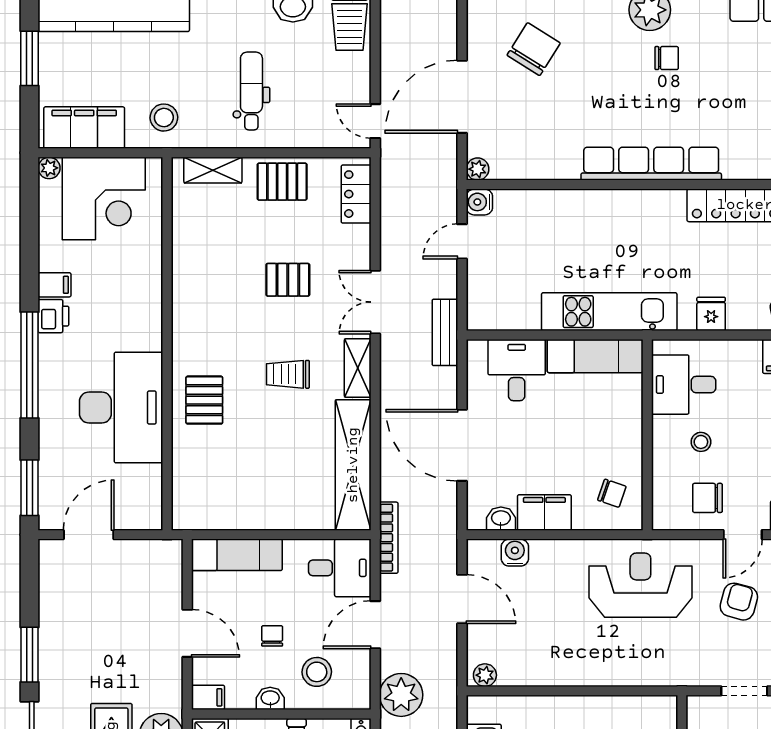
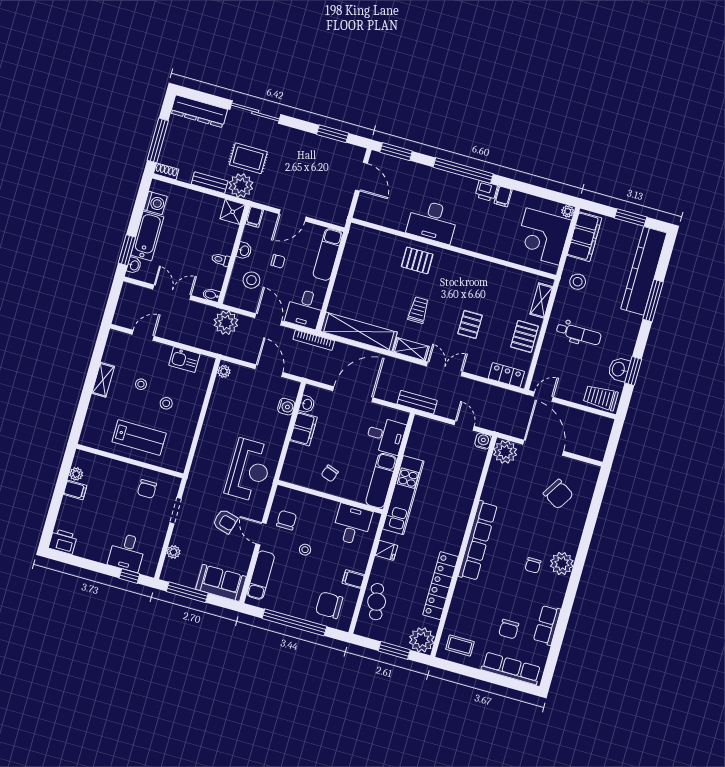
plant: (478, 169) -> (505, 452), width x1.87, depth x1.87
desk: (121, 408) -> (432, 221), width x0.73, depth x0.77
stool: (701, 442) -> (305, 550), moved
chair: (612, 493) -> (330, 473), moved
door: (462, 599) -> (269, 371), swing flipped
window: (30, 655) -> (333, 134), moved

